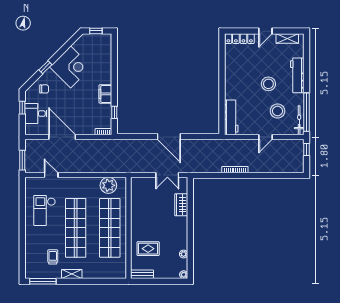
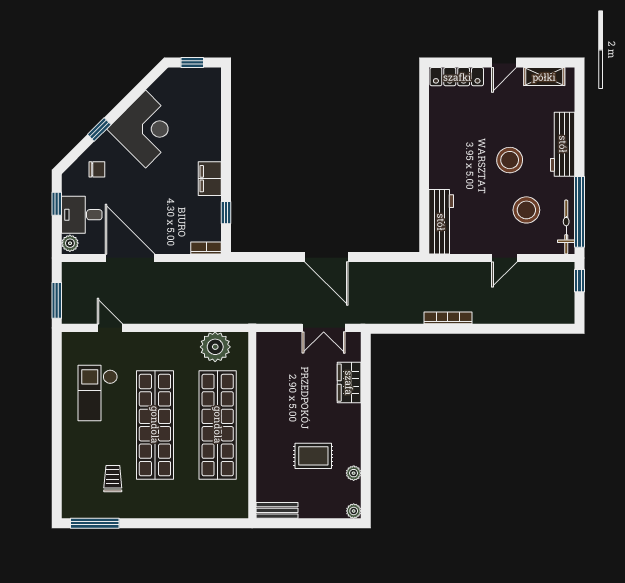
plant: (29, 129) -> (70, 243), added
rug: (148, 249) -> (313, 456), moved
shelving: (72, 274) -> (148, 510), removed

